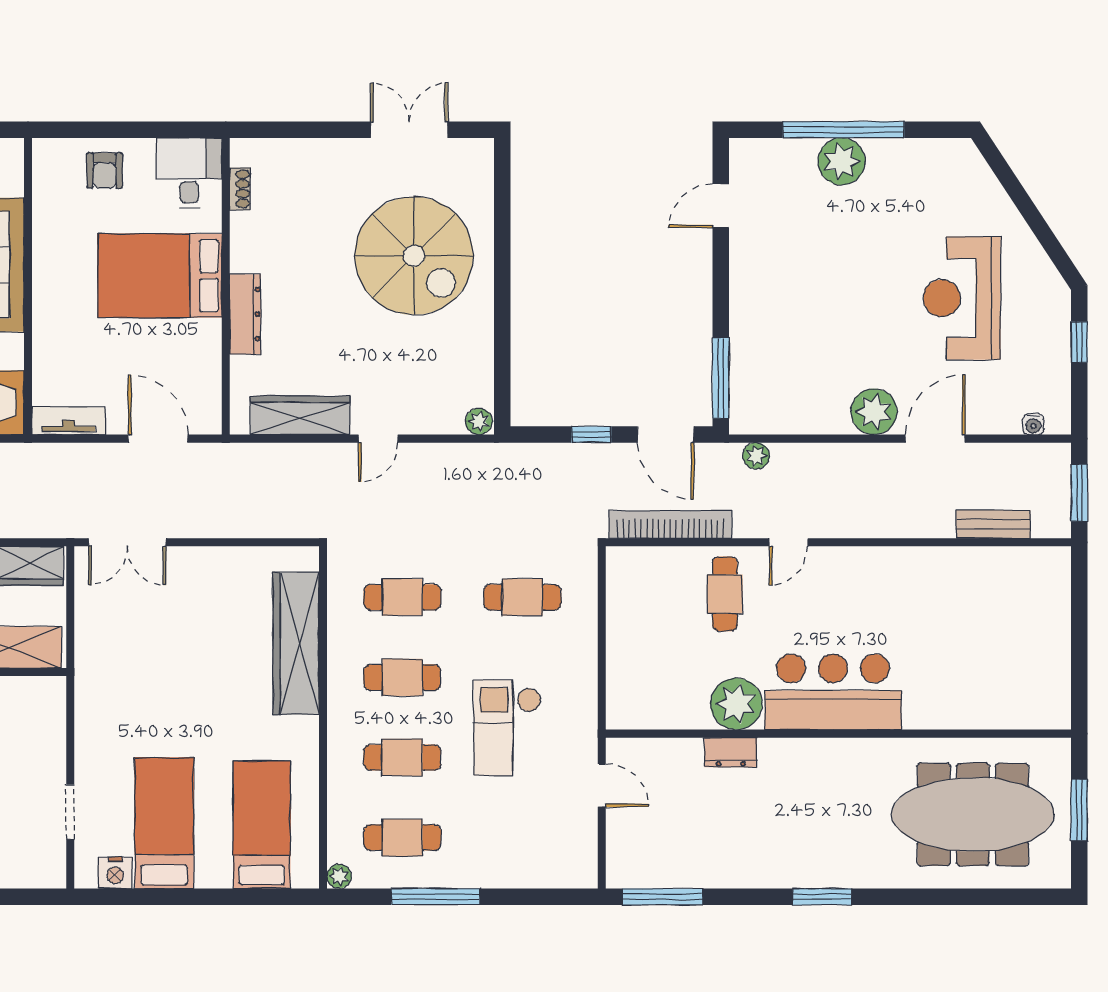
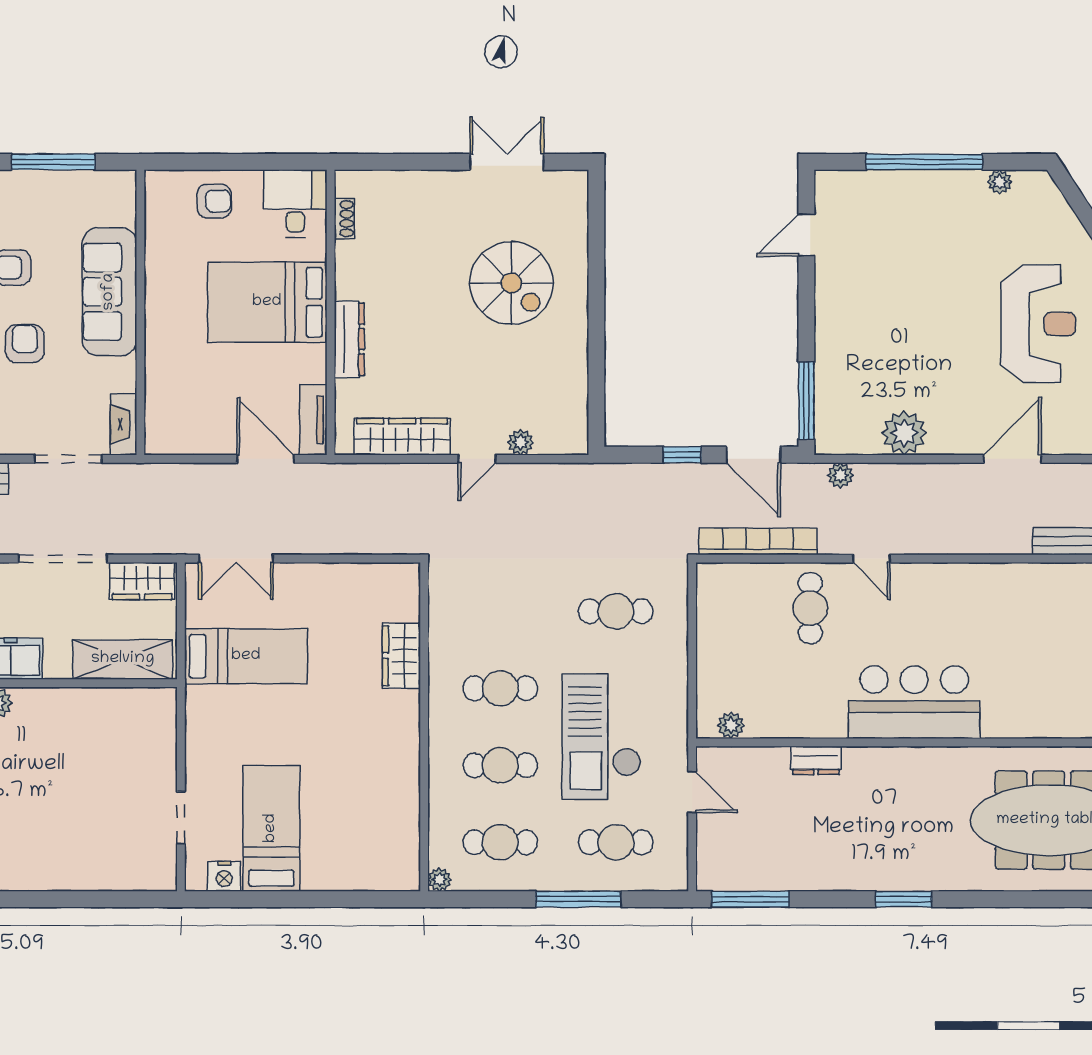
plant: (841, 161) -> (1000, 182), moved, width x0.53, depth x0.53
armchair: (105, 171) -> (214, 201), turned -90
spiral stairs: (414, 256) -> (511, 283), width x0.73, depth x0.73
reception desk: (962, 298) -> (1038, 324), turned 180
plant: (874, 412) -> (904, 433), moved
tv unit: (69, 421) -> (313, 420), moved, turned -90
plant: (479, 421) -> (521, 442), moved
door: (788, 542) -> (871, 559), hinge flipped
cafe table: (402, 597) -> (616, 842), moved
wardrobe: (296, 644) -> (401, 656), width x0.48, depth x0.85
plant: (736, 704) -> (731, 725), moved, width x0.53, depth x0.53
checkout: (508, 728) -> (601, 737), width x1.36, depth x1.21
bed: (262, 825) -> (246, 656), moved, turned 90
window: (436, 897) -> (578, 899), moved

